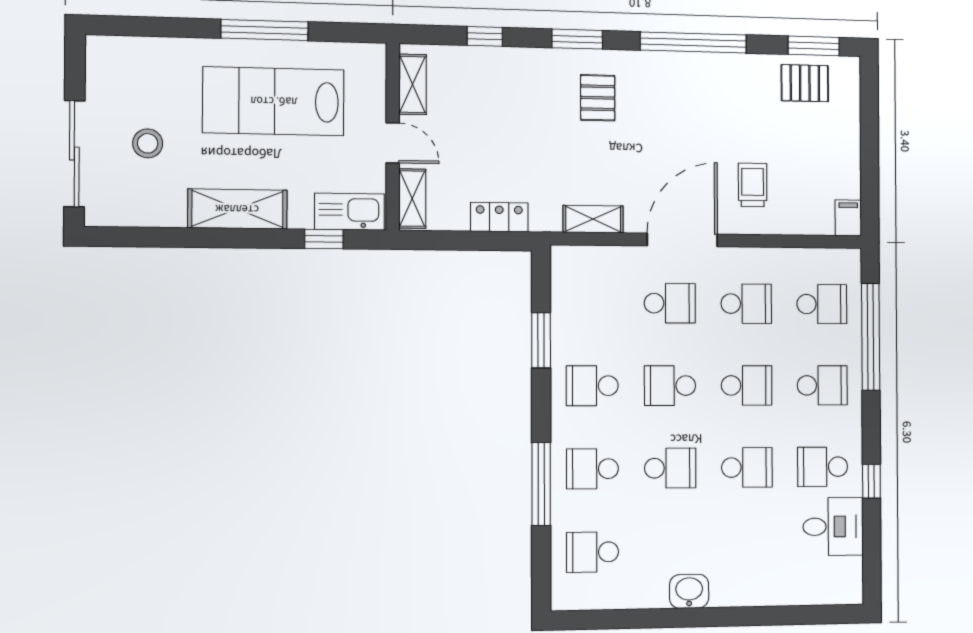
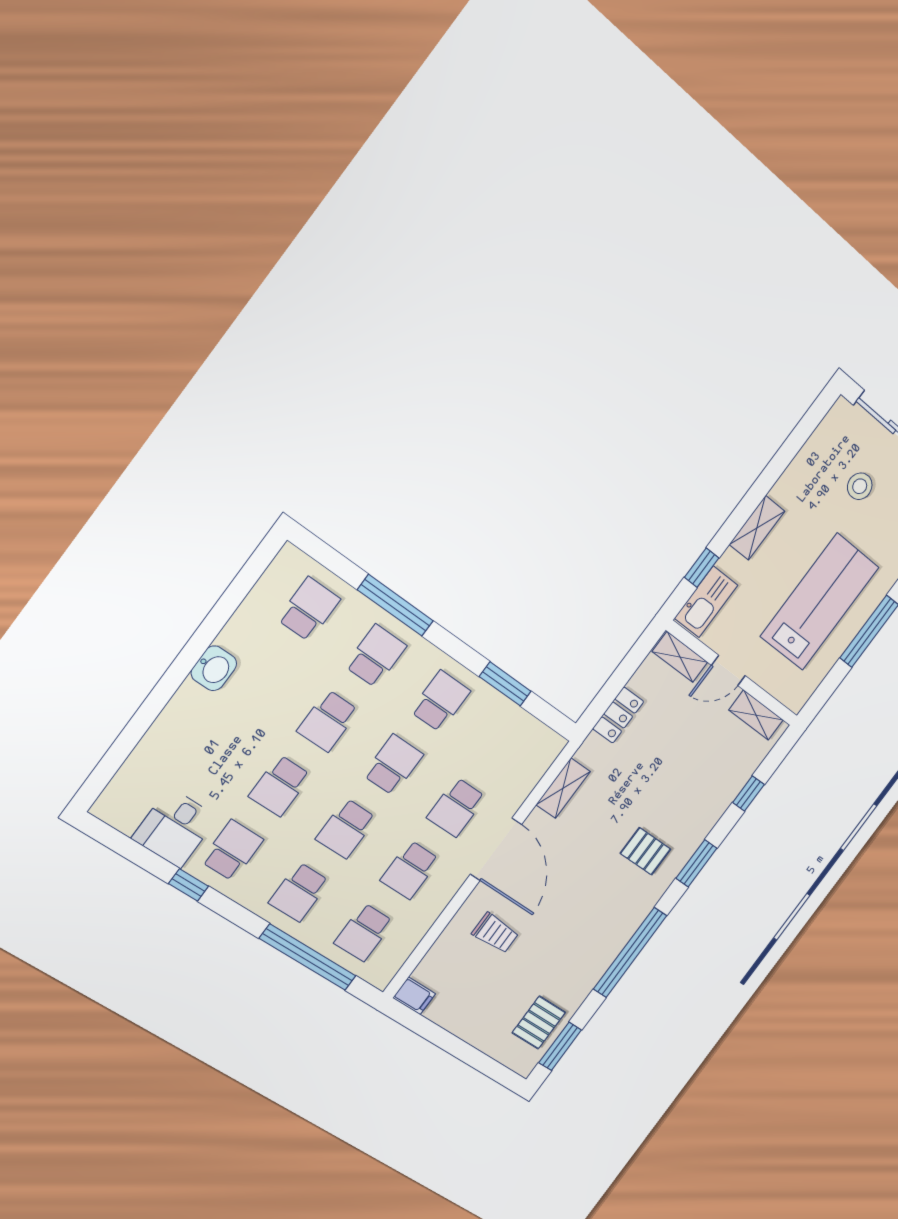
shelving: (237, 209) -> (757, 528), width x0.67, depth x0.75

